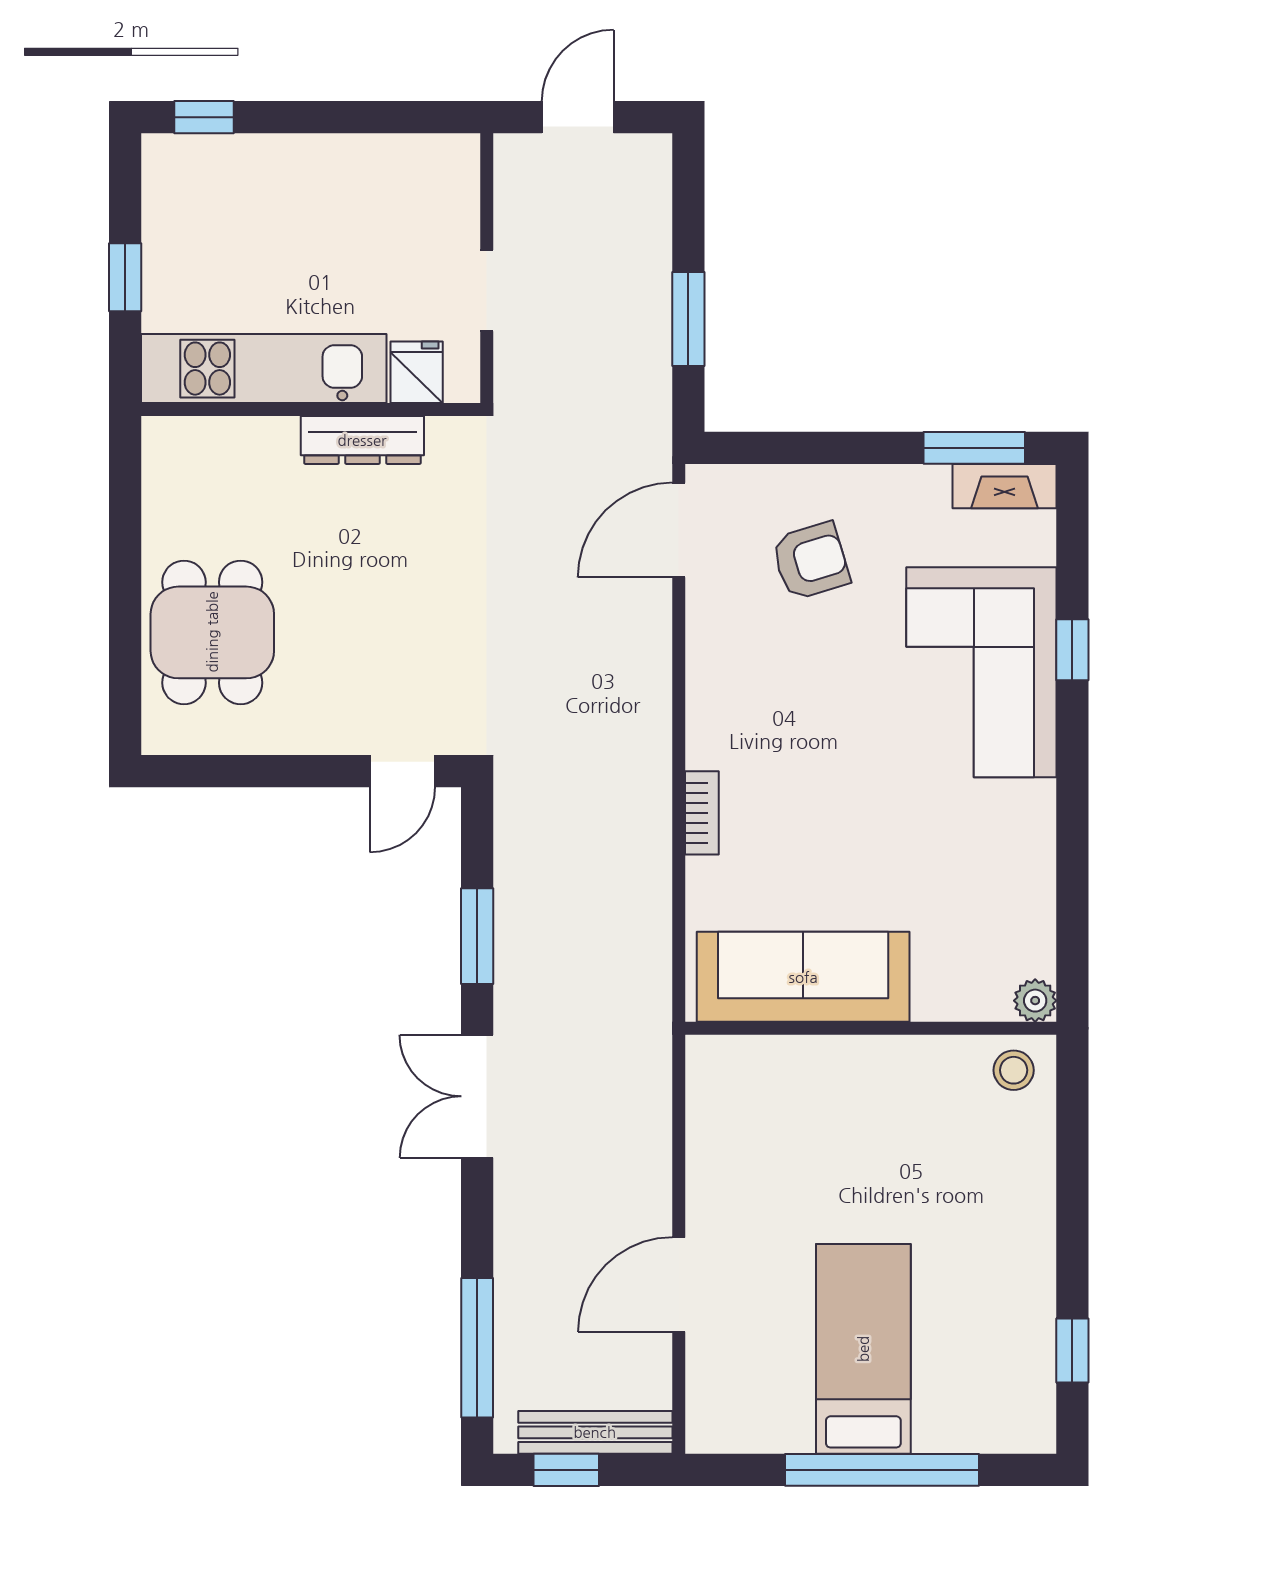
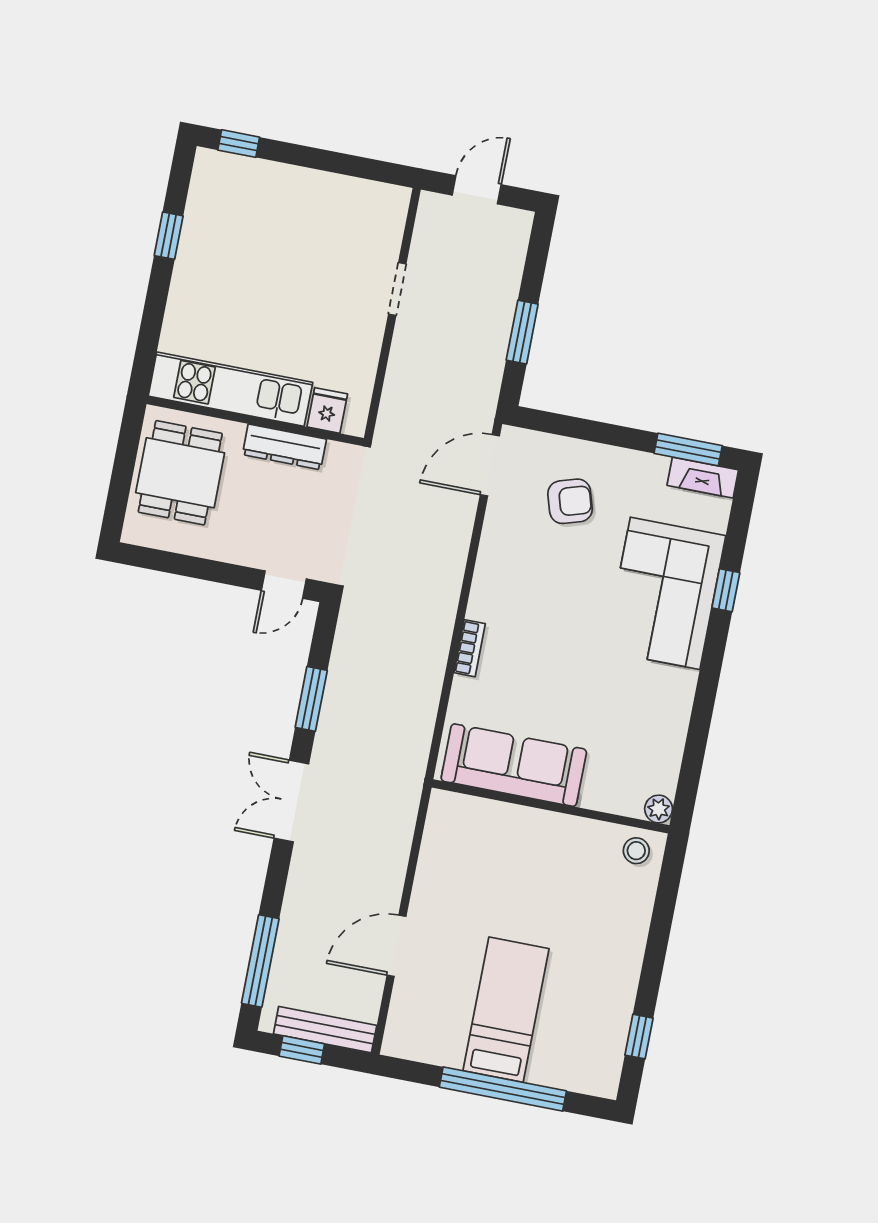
kitchen unit: (264, 369) -> (230, 389), moved
fridge: (417, 372) -> (327, 410), moved
wall: (311, 410) -> (255, 421), moved
dresser: (362, 440) -> (284, 447), moved

